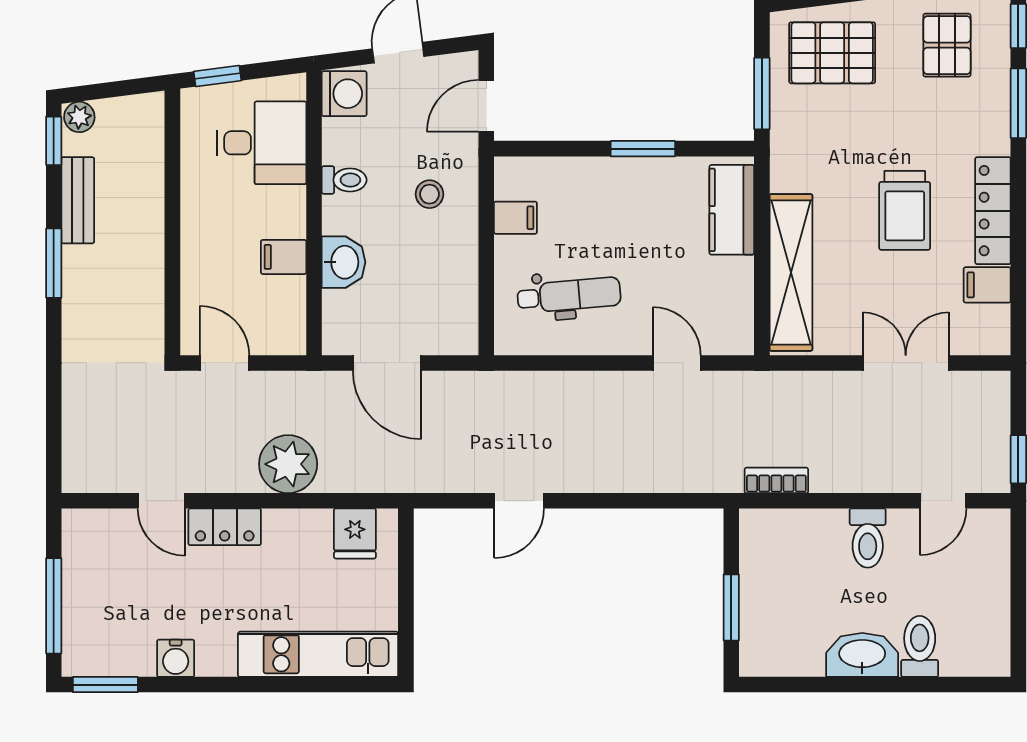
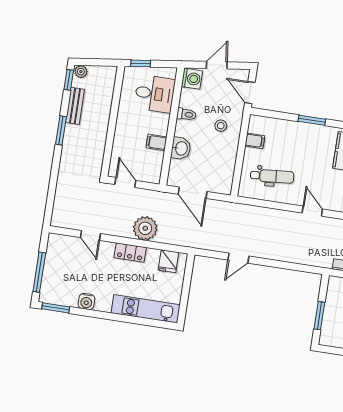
door: (486, 106) -> (250, 93), hinge flipped
locker: (225, 527) -> (130, 253), moved

